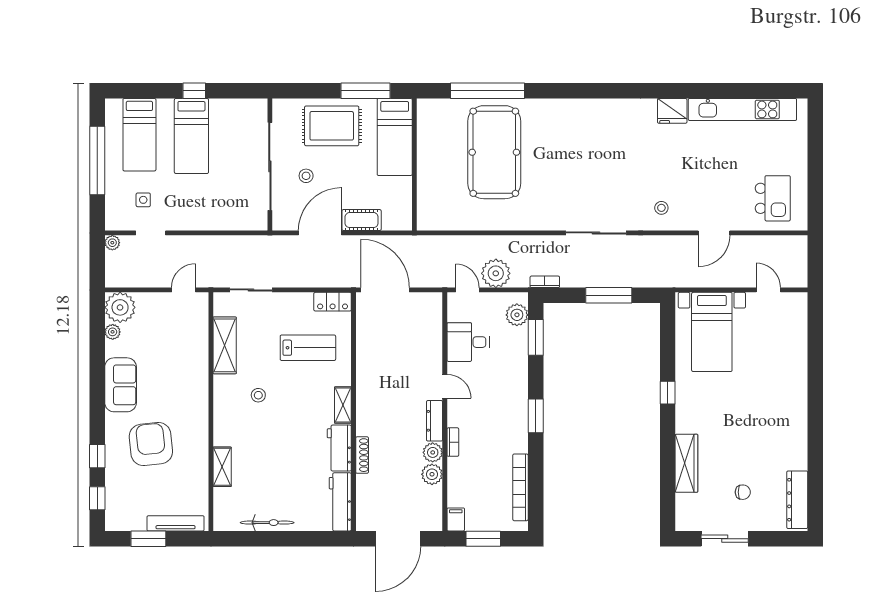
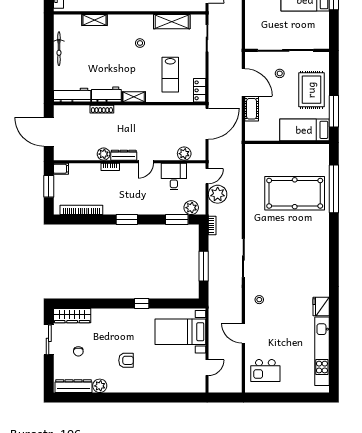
armchair: (757, 417) -> (126, 360), added
plant: (797, 458) -> (100, 386), added
wardrobe: (686, 463) -> (72, 316), moved
plant: (432, 474) -> (184, 154), moved

